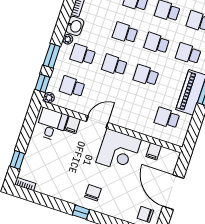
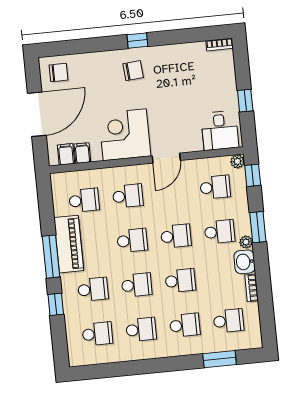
window: (52, 56) -> (258, 227), moved
school desk: (135, 108) -> (128, 196), added
filing cabinet: (73, 125) -> (66, 154), moved
window: (17, 160) -> (245, 101), moved
door: (173, 192) -> (37, 114), hinge flipped
chair: (93, 193) -> (133, 71), turned -95

